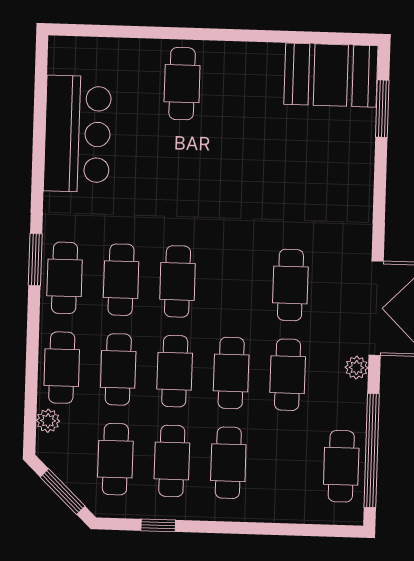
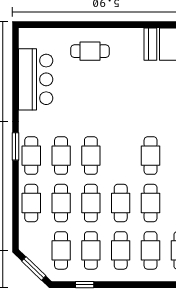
cafe table: (182, 84) -> (90, 51), turned 90
plant: (48, 421) -> (25, 231), removed
cafe table: (285, 464) -> (151, 250), added

